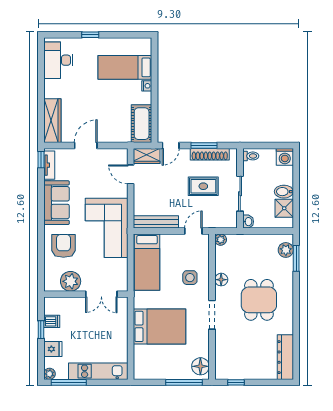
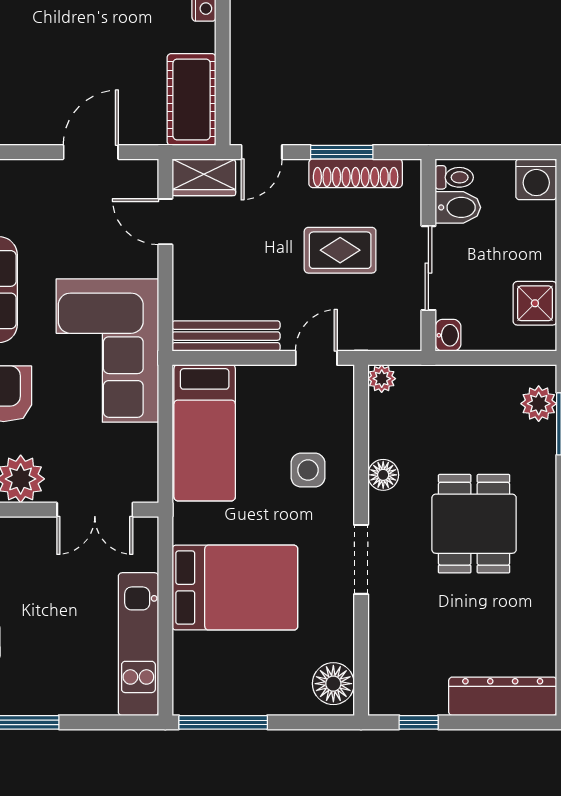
door: (86, 145) -> (91, 152), moved
bidet: (284, 192) -> (458, 207), moved, turned 180
dresser: (285, 357) -> (503, 696), moved, turned 90
kitchen unit: (98, 371) -> (138, 644), moved, turned -90
window: (184, 382) -> (223, 722), moved

